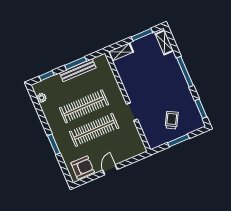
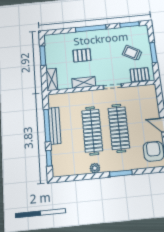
shelving: (164, 42) -> (84, 82), moved
window: (76, 63) -> (47, 125), width x1.44
pallet: (154, 73) -> (82, 55), added
plant: (42, 98) -> (95, 168), moved
pallet: (152, 134) -> (140, 75), added

